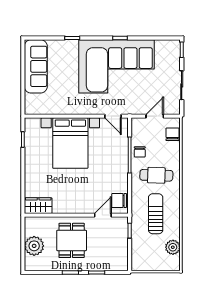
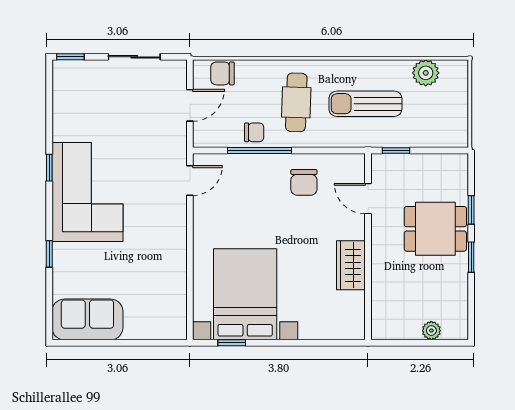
sofa: (36, 66) -> (87, 319), width x0.73
corner sofa: (117, 66) -> (87, 192), width x0.73, depth x0.74
door: (155, 116) -> (190, 105), swing flipped
bed with nightstands: (70, 143) -> (245, 294), moved, turned -90
chair: (119, 201) -> (304, 182), moved
wardrobe: (38, 206) -> (351, 265), moved
dining table: (72, 240) -> (435, 229), moved
plant: (34, 246) -> (431, 331), width x0.53, depth x0.53

